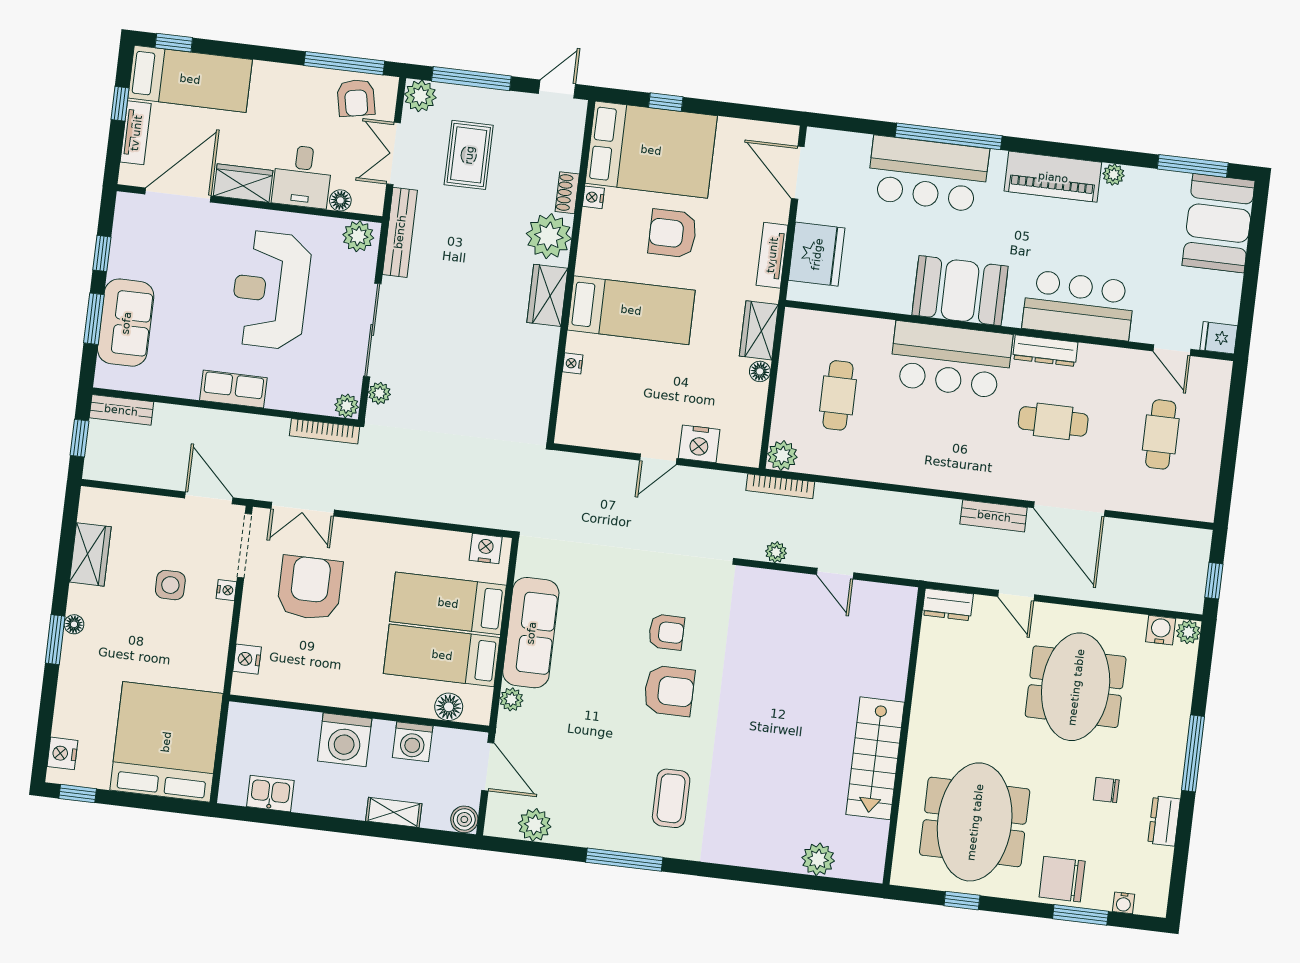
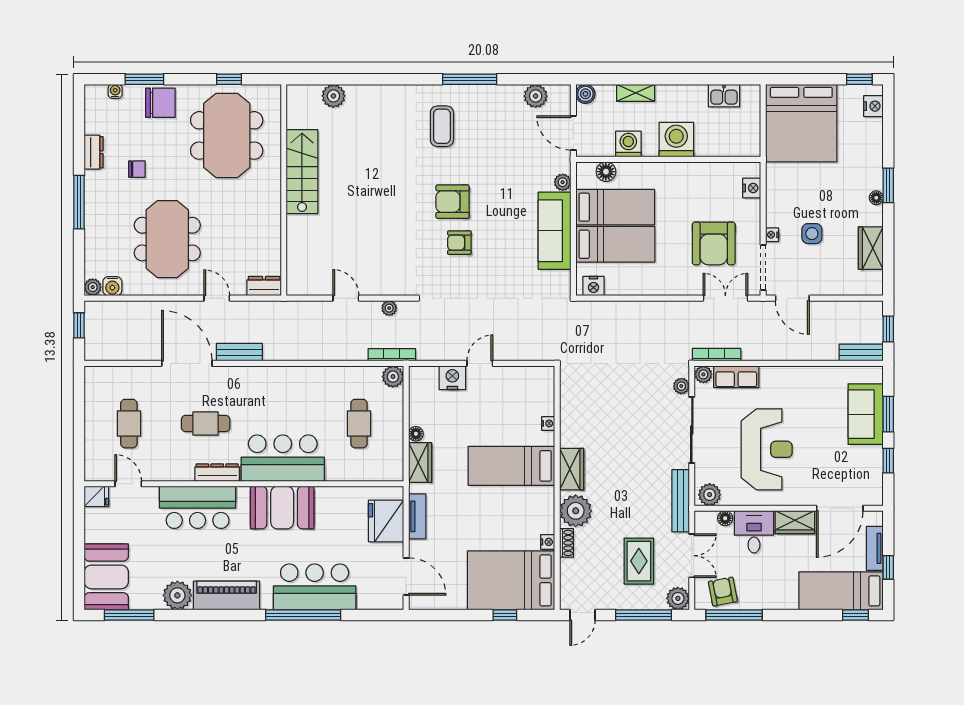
plant: (1114, 175) -> (177, 595), width x1.88, depth x1.88
armchair: (673, 234) -> (489, 523), removed
row of seats: (233, 389) -> (736, 377), moved

